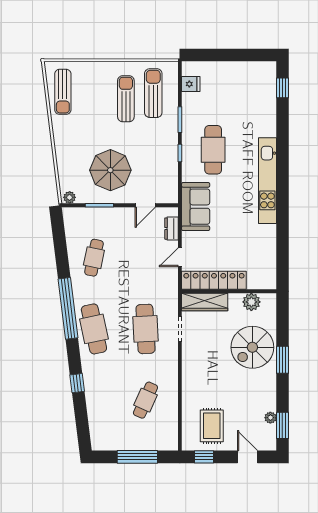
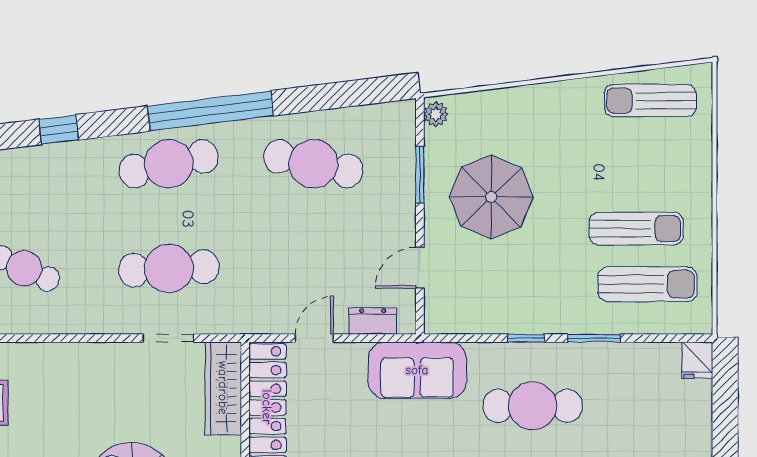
fridge: (191, 84) -> (697, 360), moved
door: (145, 205) -> (420, 268), hinge flipped
door: (180, 257) -> (314, 338), hinge flipped
cafe table: (94, 258) -> (313, 164), width x1.37, depth x1.35

